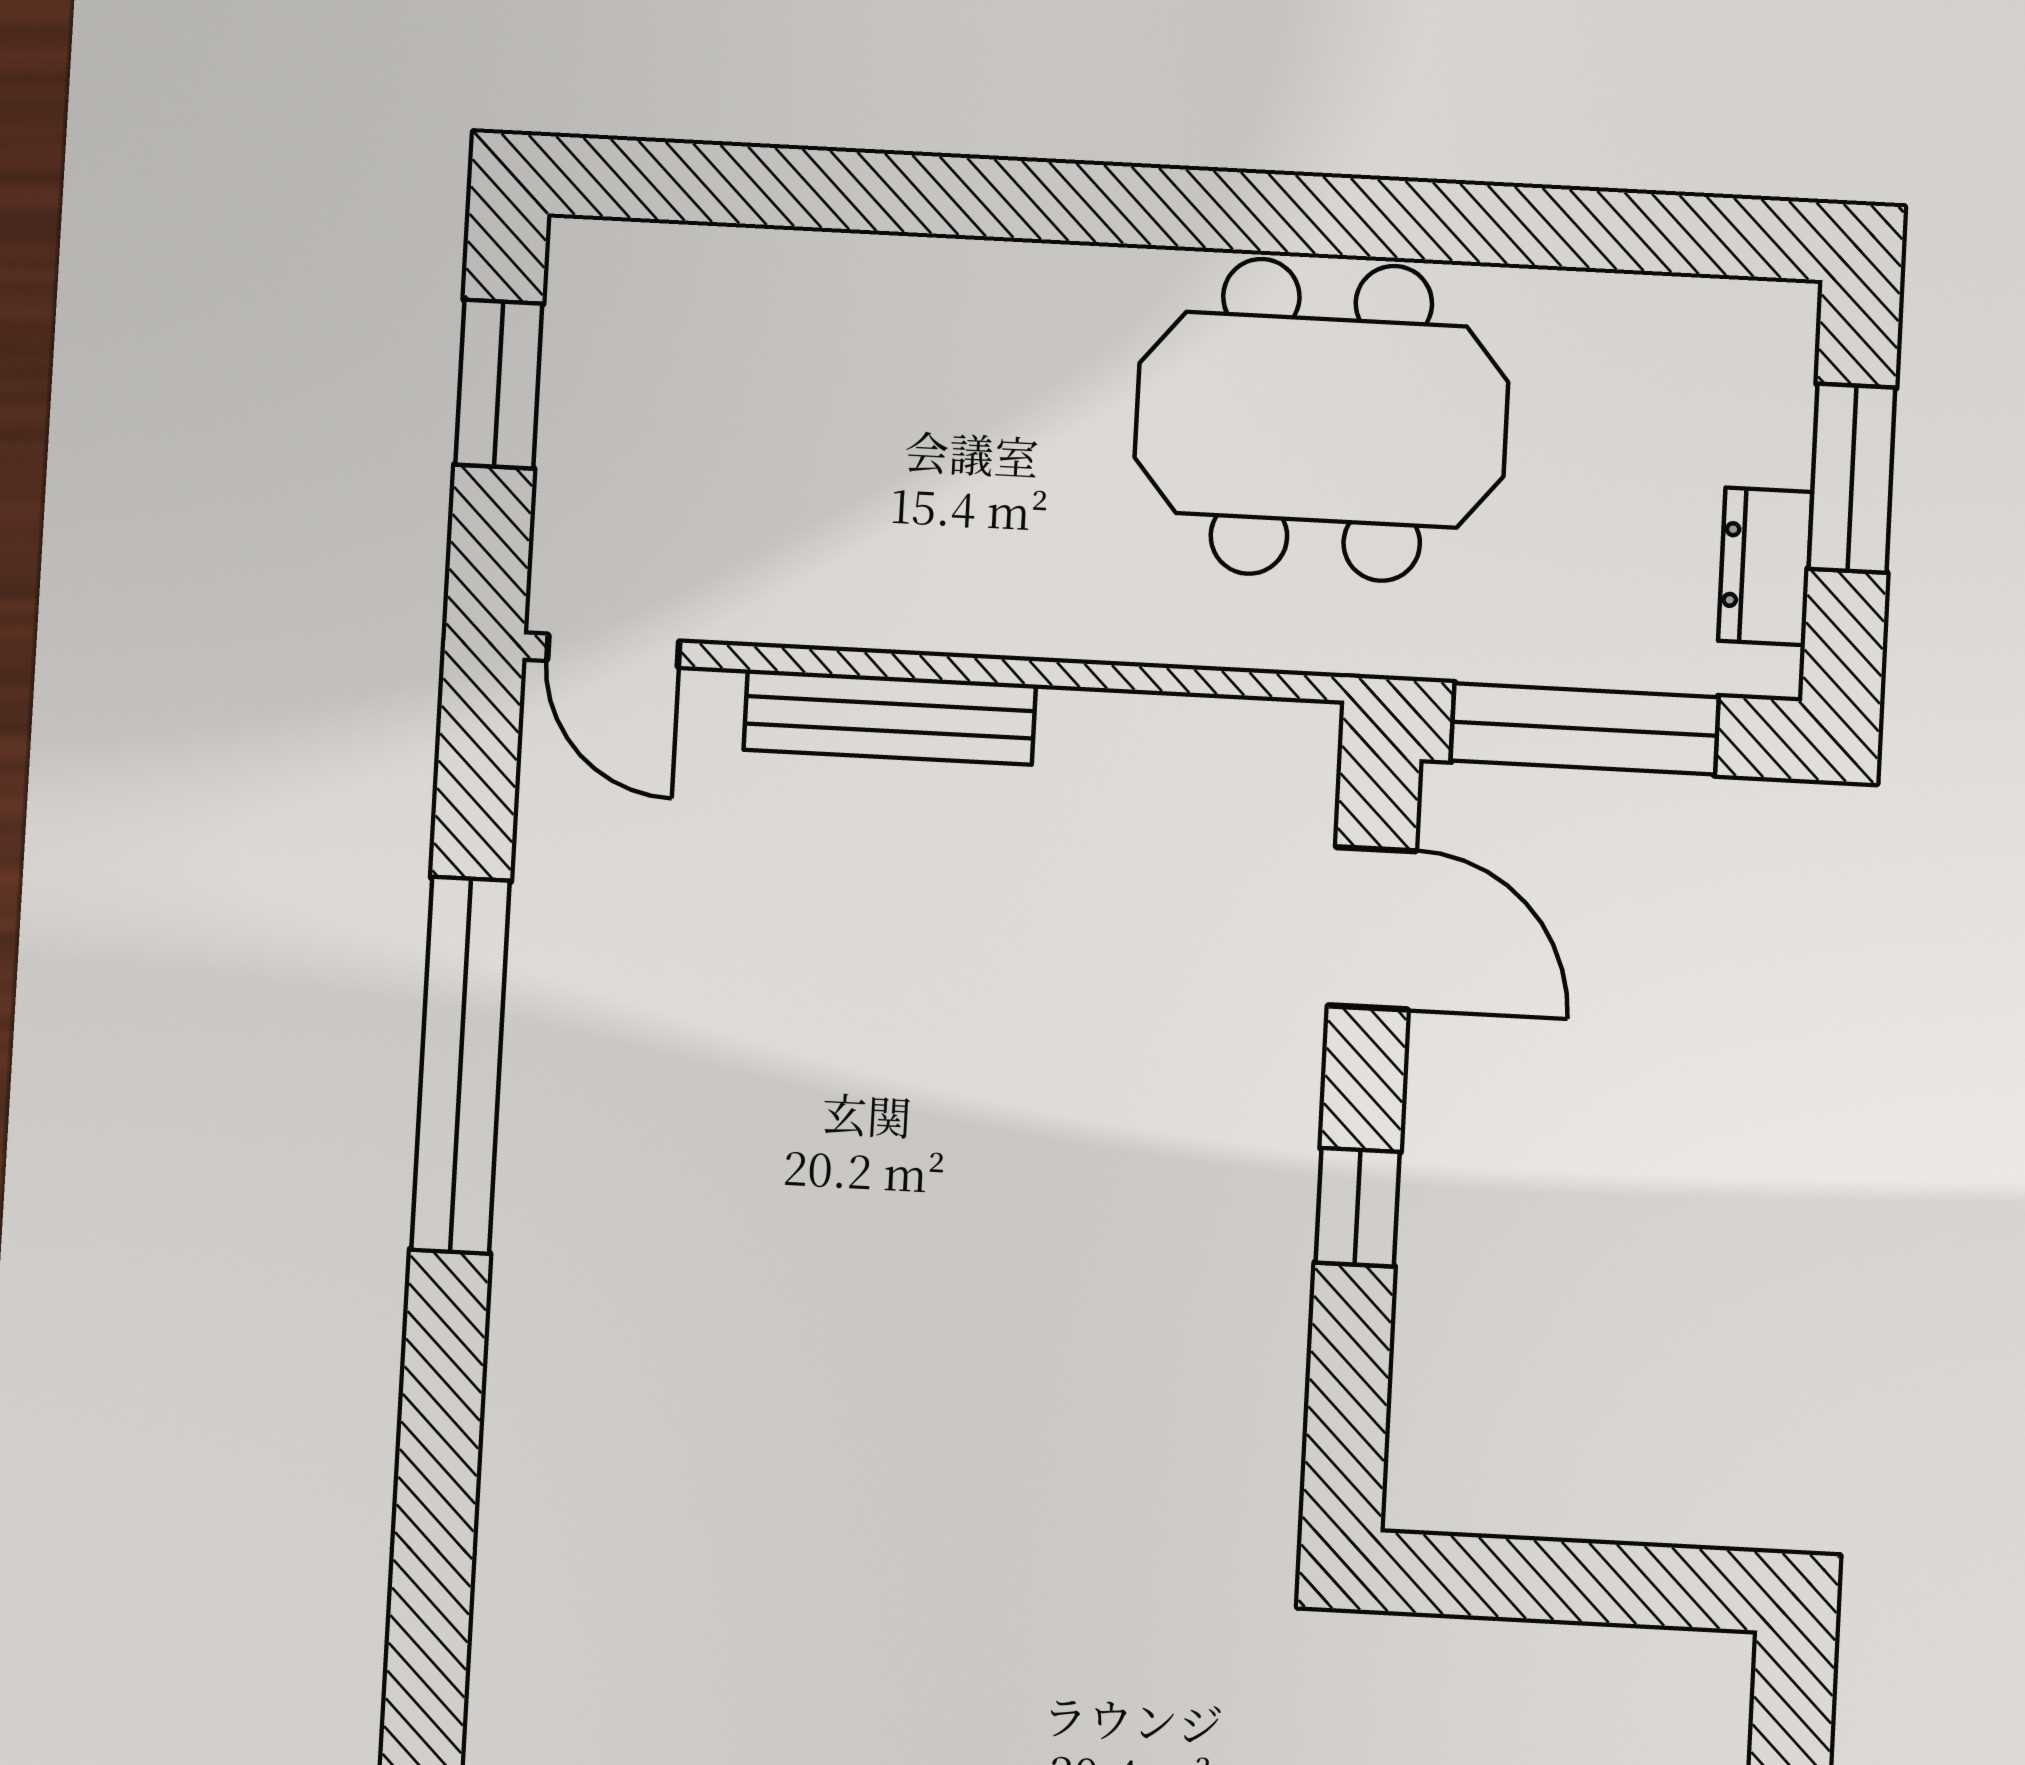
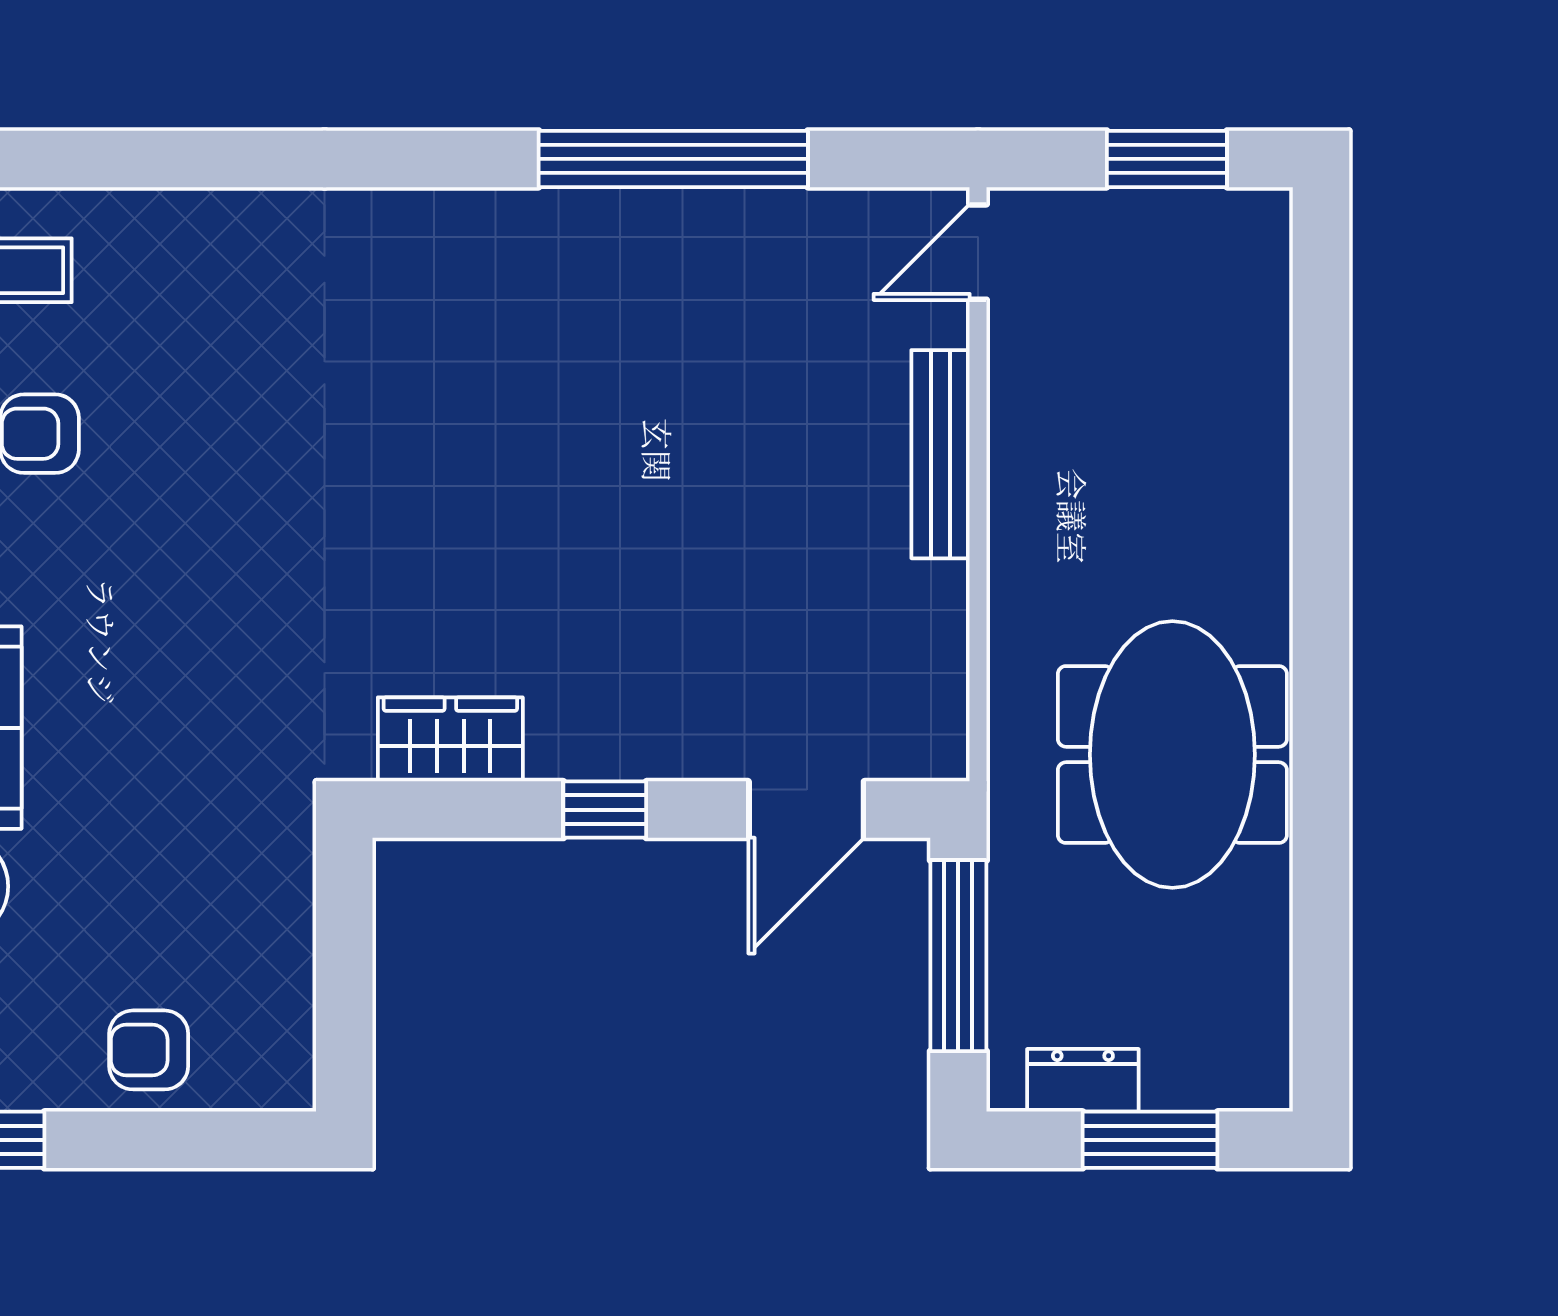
wardrobe: (1249, 1417) -> (450, 739), added

